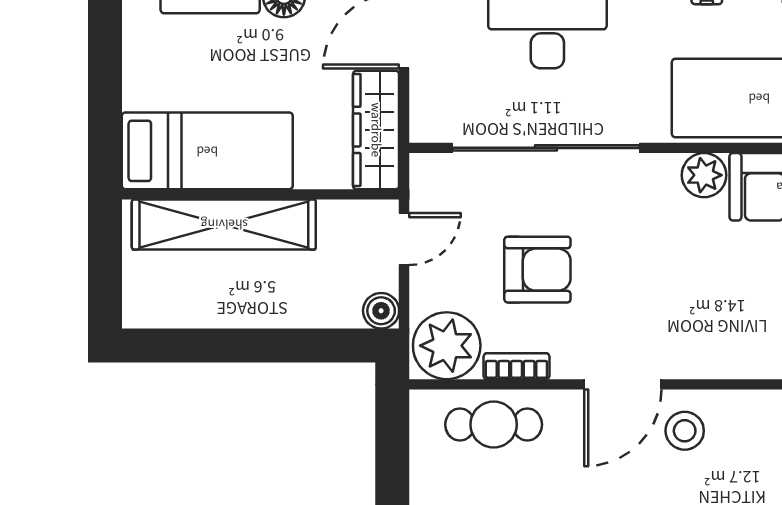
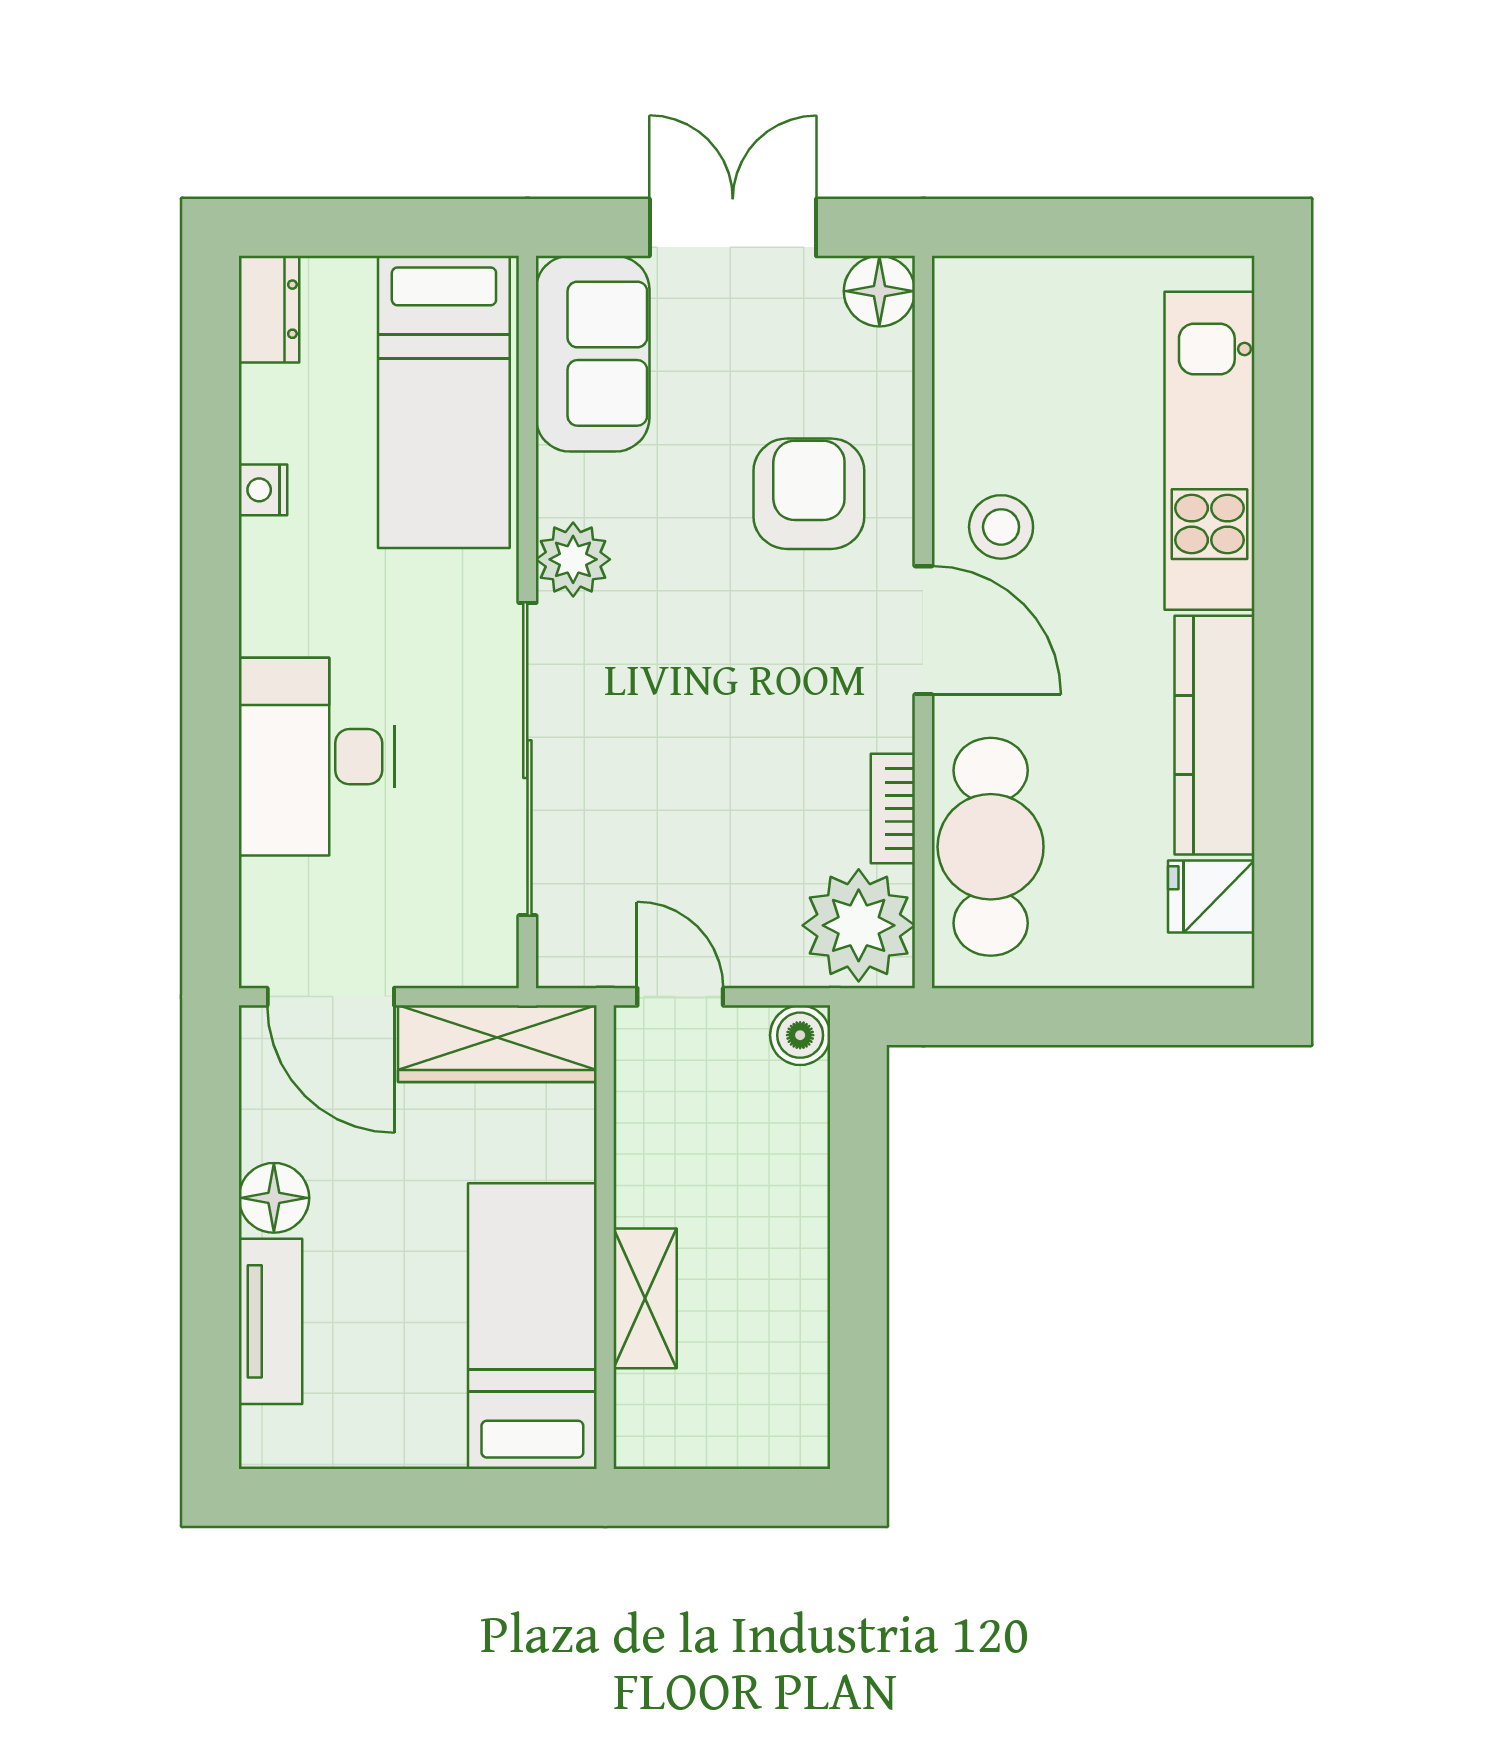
plant: (704, 175) -> (573, 559), moved
shelving: (224, 224) -> (645, 1298), width x0.45, depth x0.75
armchair: (537, 270) -> (809, 494), moved
cafe table: (494, 425) -> (991, 847), width x1.37, depth x1.35

